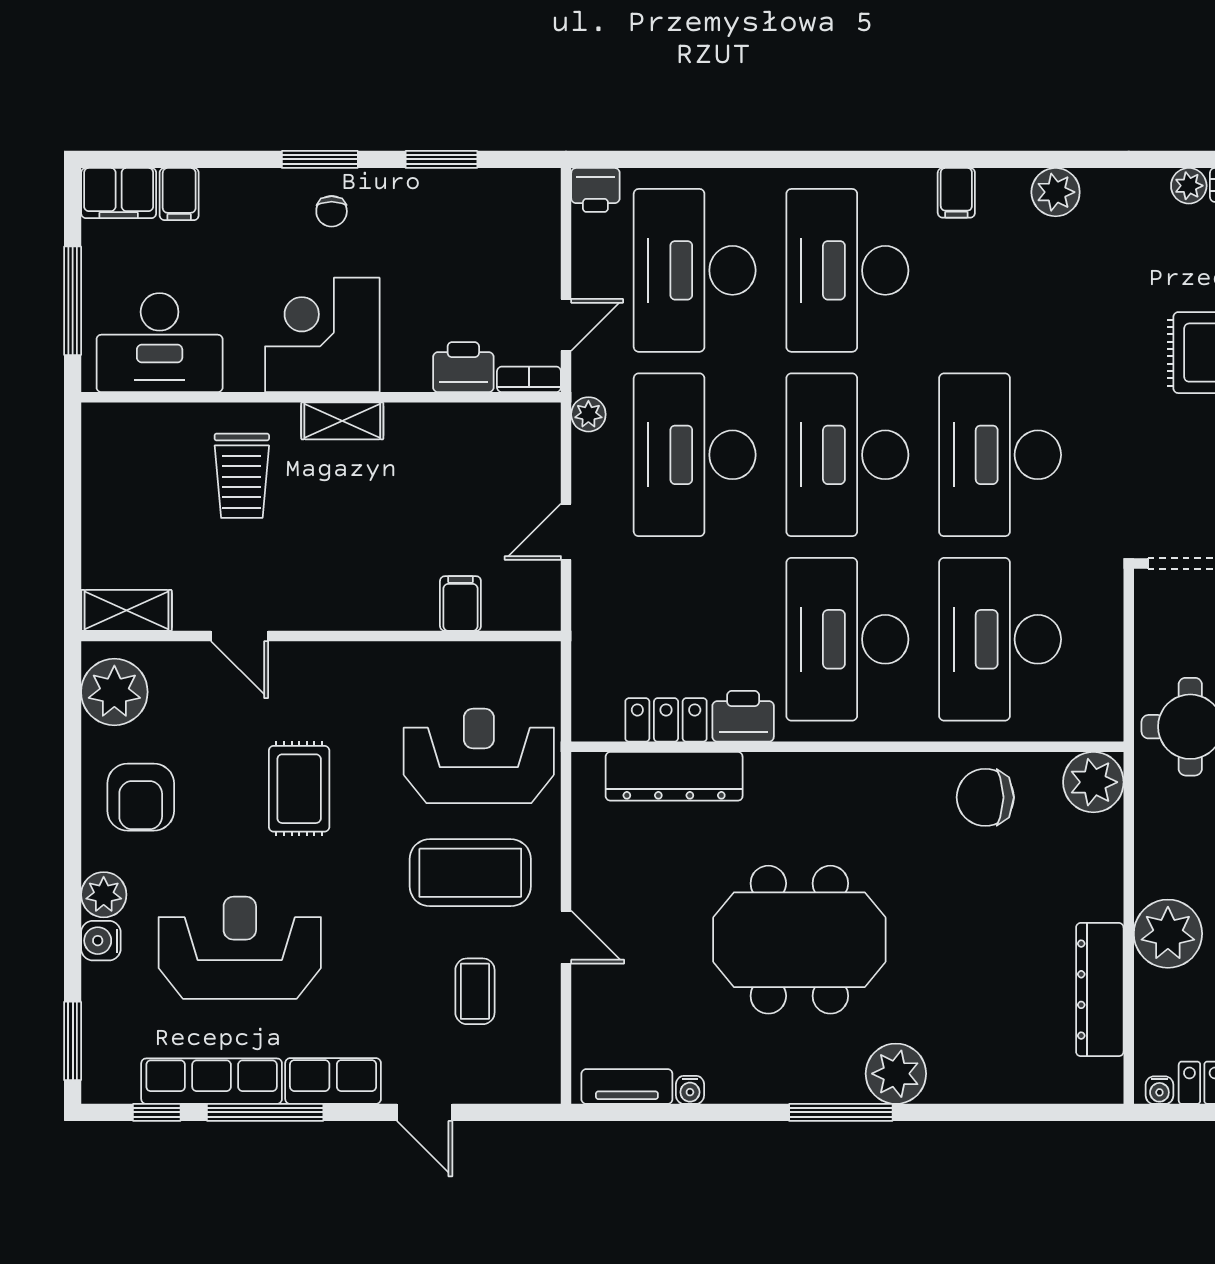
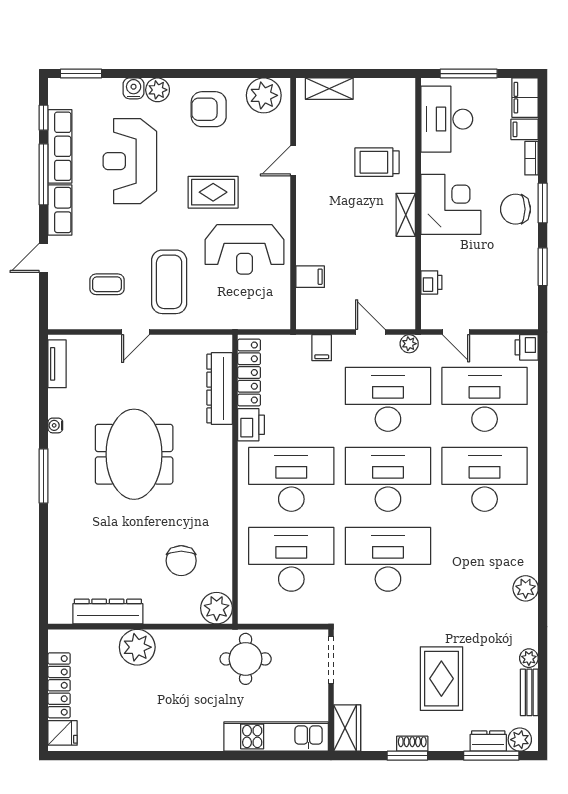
filing cabinet: (956, 193) -> (322, 348), moved, turned -90
chair: (332, 211) -> (516, 209), width x1.87, depth x1.87
printer: (463, 367) -> (431, 282), width x0.73, depth x0.81
bookcase: (529, 379) -> (531, 158), moved, turned 180
door: (566, 532) -> (370, 332), moved
shelving: (126, 610) -> (329, 89), moved, turned 90
locker: (666, 720) -> (249, 372), width x1.53
reception desk: (479, 756) -> (244, 249), moved, turned 90
chair: (985, 797) -> (181, 561), moved, turned 180
reception desk: (240, 948) -> (130, 161), turned 180
plant: (896, 1074) -> (64, 505), removed
water cooler: (690, 1090) -> (55, 425), moved
water cooler: (1159, 1090) -> (55, 643), removed

